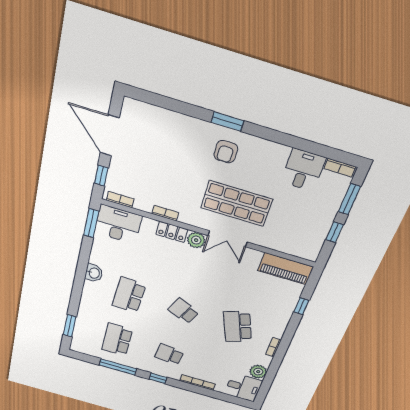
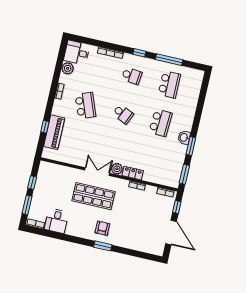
desk: (118, 224) -> (167, 175), removed
piano: (286, 269) -> (54, 132), moved, turned 90
window: (70, 326) -> (191, 146), moved

